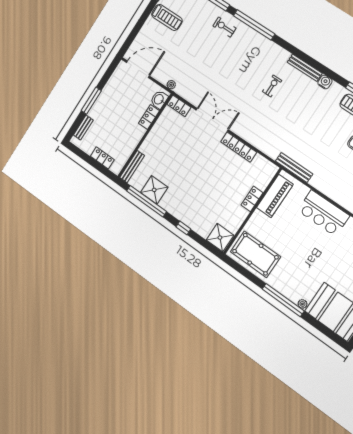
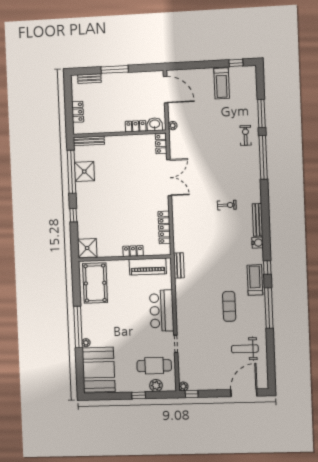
locker: (239, 147) -> (164, 227), moved
bench: (294, 167) -> (179, 265), width x0.73

